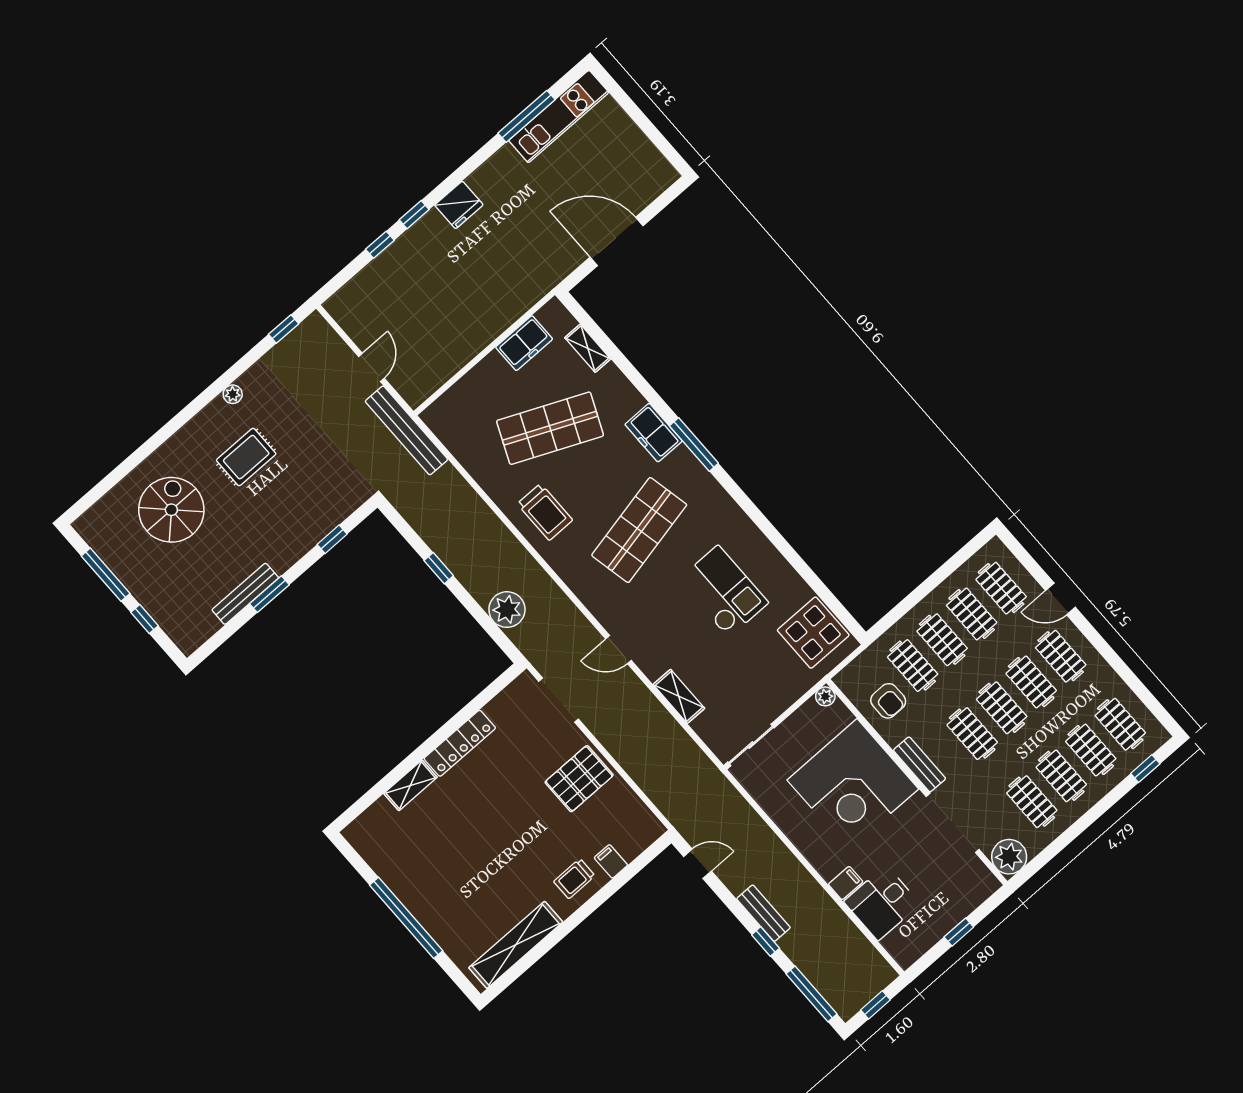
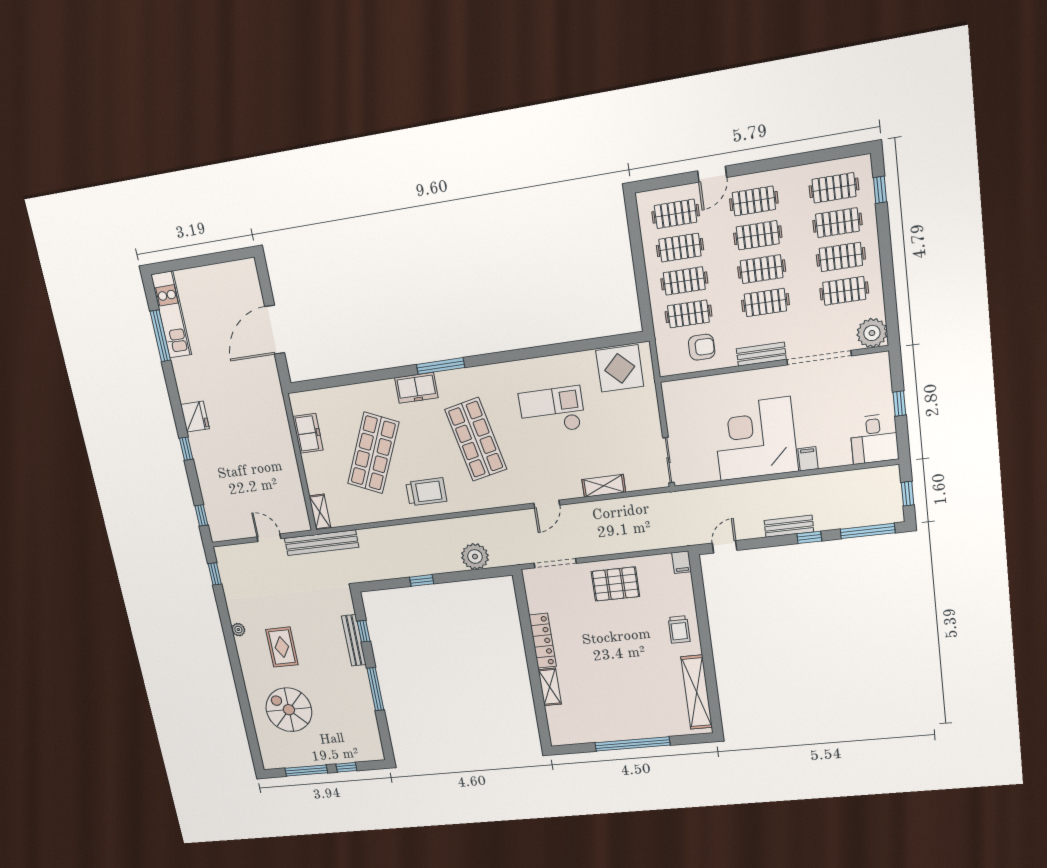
window: (380, 245) -> (201, 515), moved
shelving: (588, 348) -> (320, 512), moved, turned 90
bench: (245, 594) -> (354, 640), moved
window: (269, 594) -> (375, 689), width x1.44
plant: (825, 696) -> (669, 389), removed
pallet: (579, 779) -> (615, 584), turned 90
corner desk: (853, 784) -> (755, 439), moved, turned 180
filing cabinet: (611, 861) -> (681, 562), moved, turned -90
desk: (882, 903) -> (874, 439), moved

